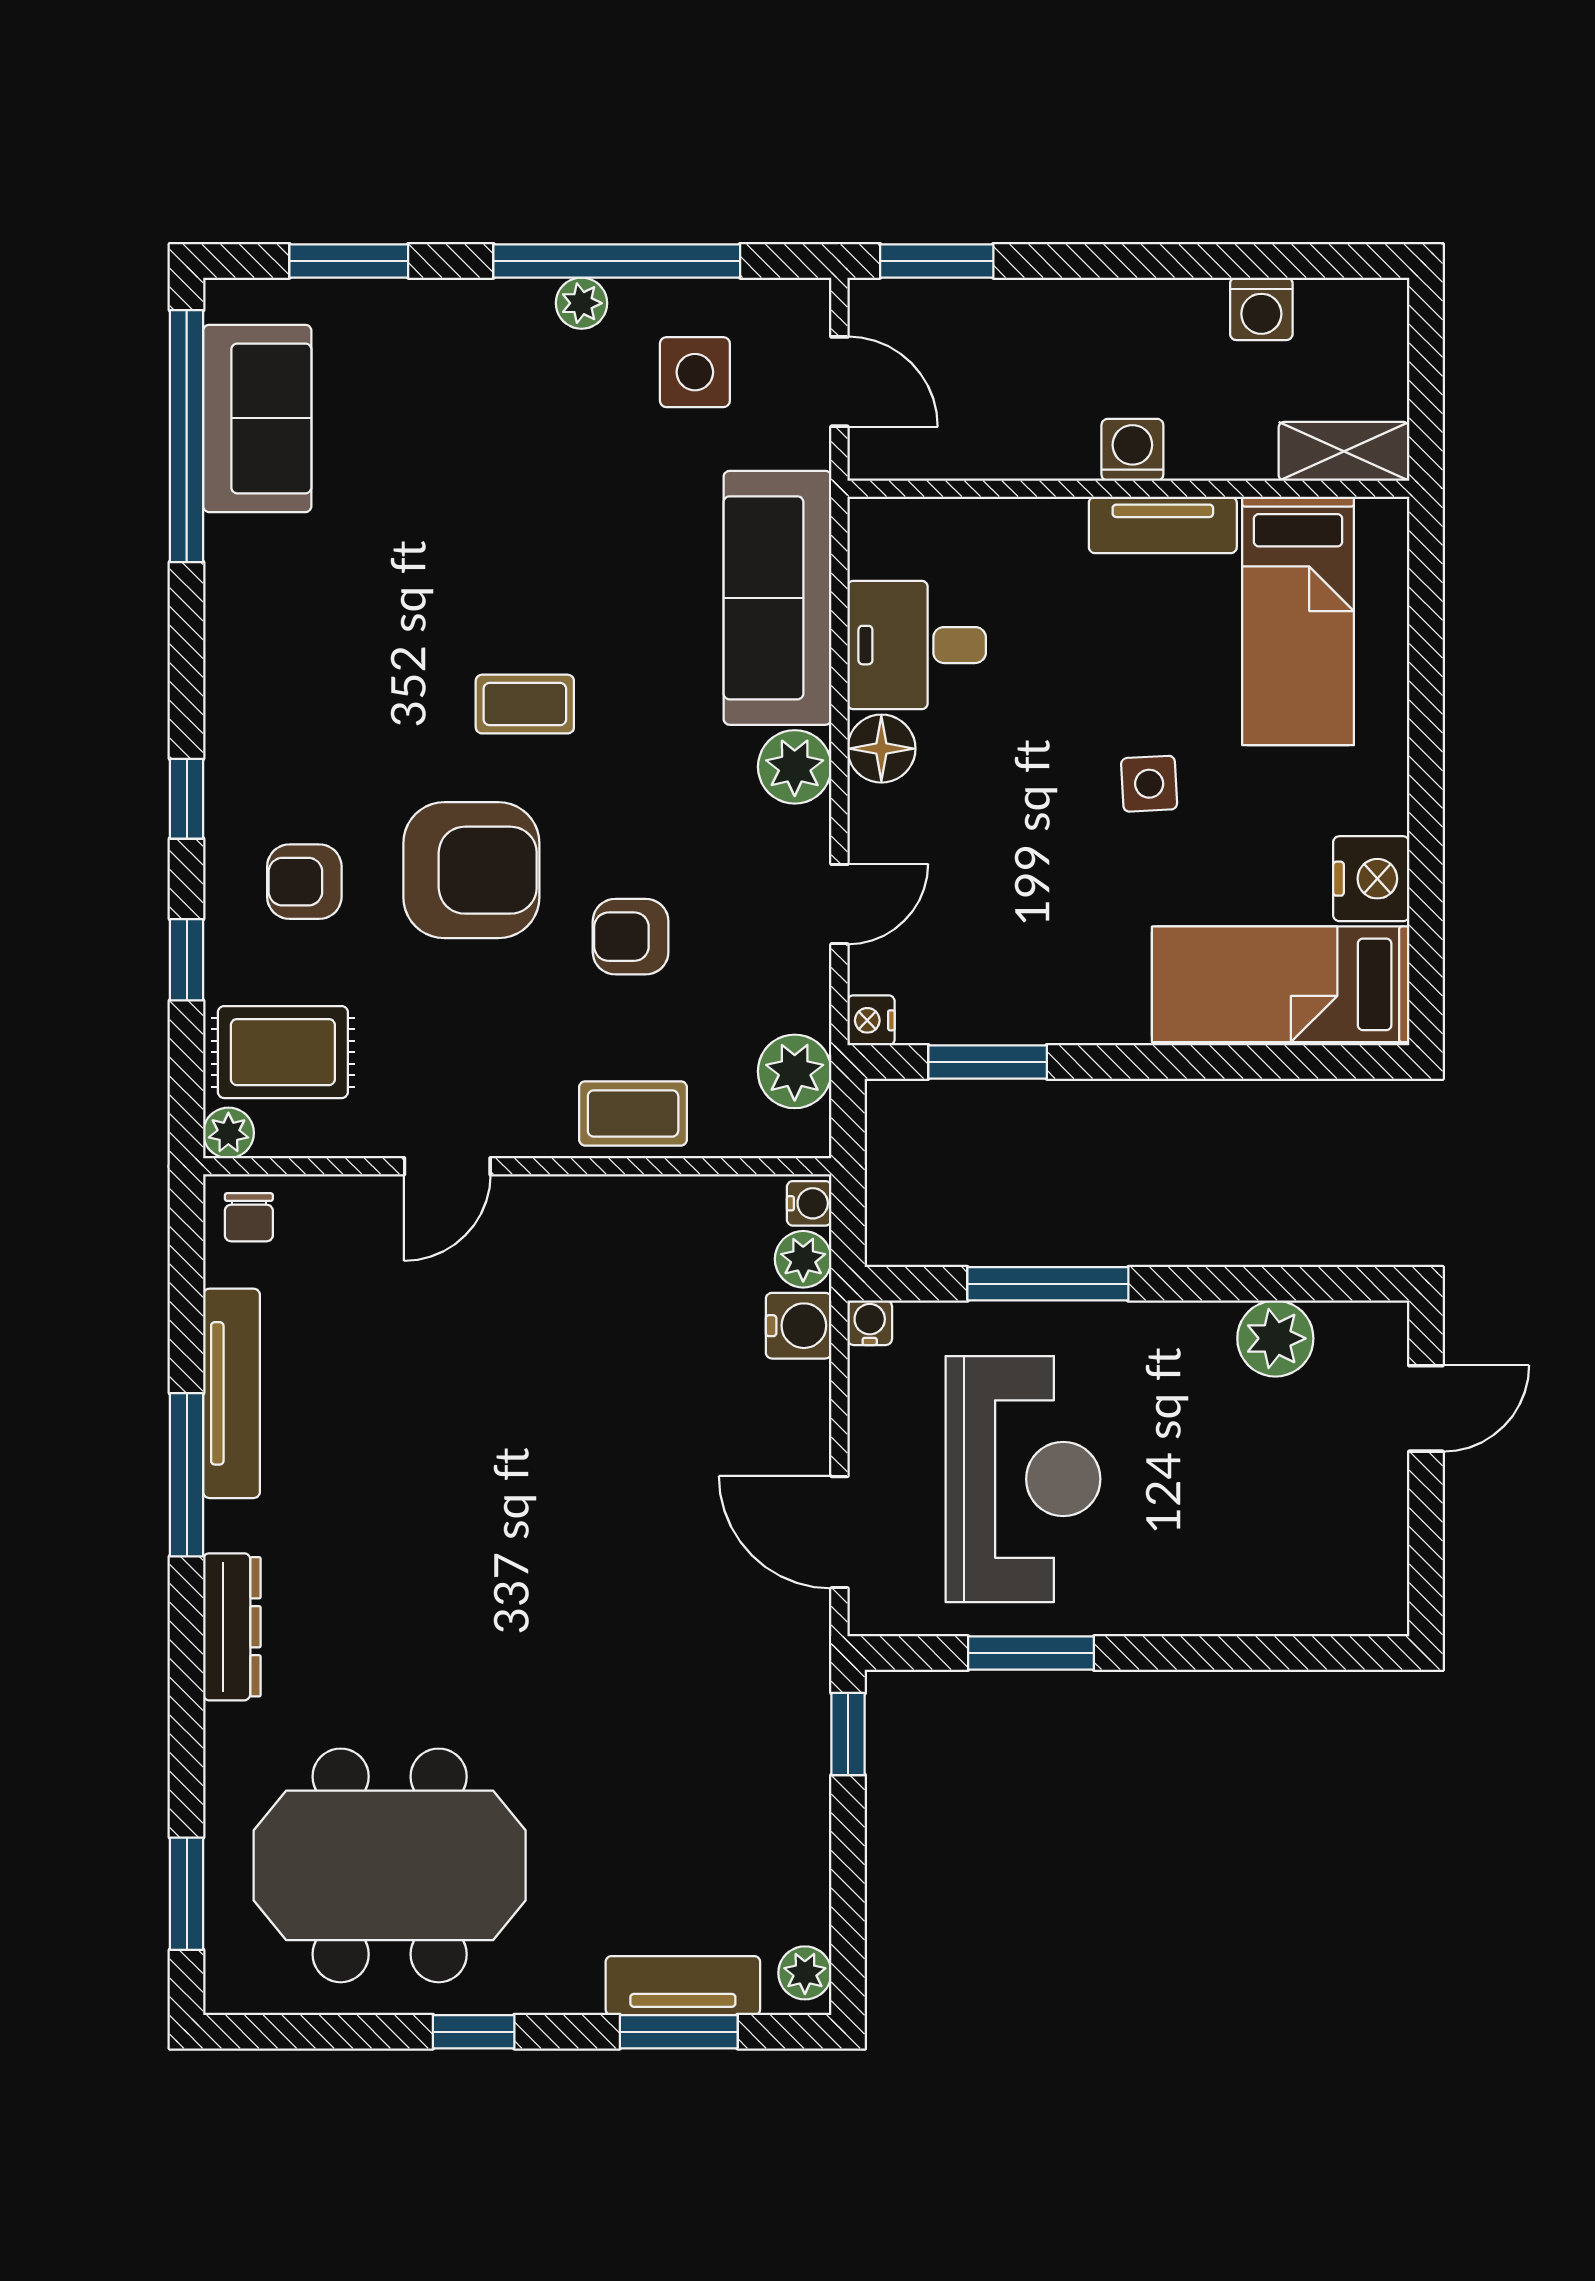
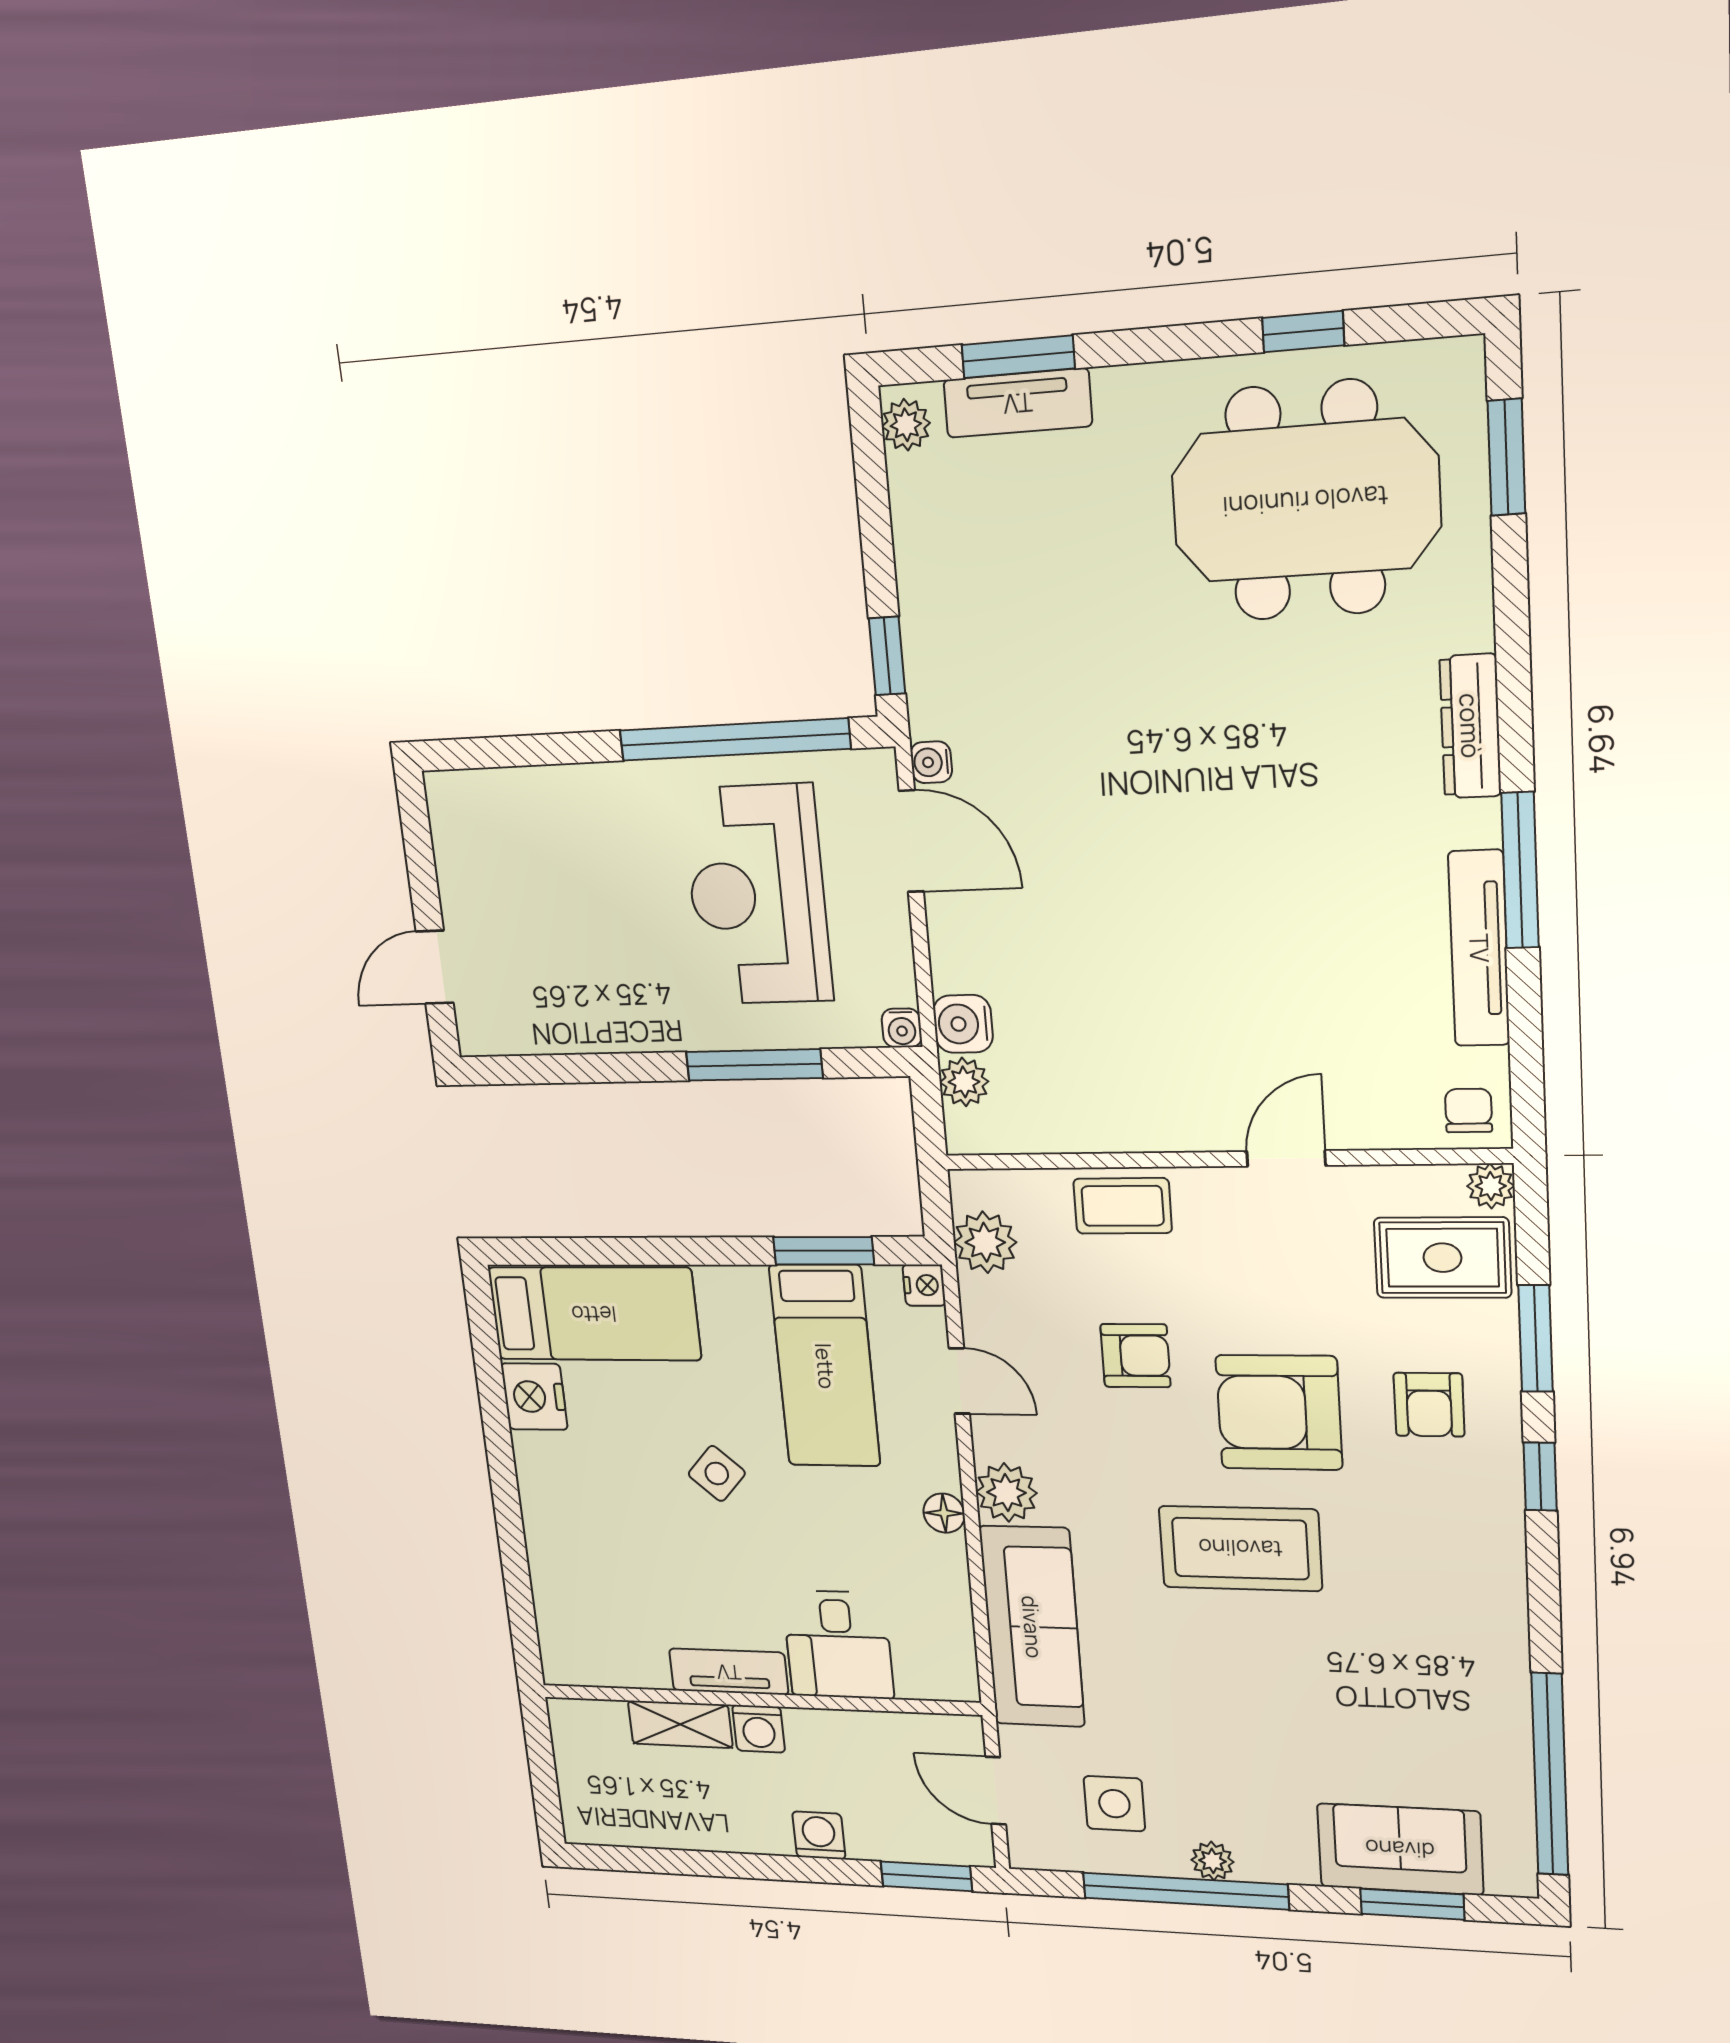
washing machine: (1261, 309) -> (819, 1835), moved
sofa: (257, 418) -> (1400, 1849), moved, turned 90
shelving: (1344, 451) -> (680, 1724), moved
bed: (1298, 621) -> (825, 1366), moved, turned 180
desk: (917, 645) -> (838, 1645), moved, turned 90
coffee table: (525, 704) -> (1240, 1548), width x1.86, depth x1.72
floor lamp: (881, 749) -> (944, 1513), width x0.73, depth x0.73
side table: (1149, 784) -> (717, 1474), turned 45
armchair: (304, 882) -> (1429, 1405), turned 90
door: (839, 904) -> (959, 1381), swing flipped
window: (187, 960) -> (1536, 1338), width x1.50
water cooler: (809, 1203) -> (931, 762), moved
plant: (1275, 1338) -> (562, 1023), removed
window: (1031, 1653) -> (734, 740), width x2.11
window: (474, 2032) -> (1303, 332), moved

